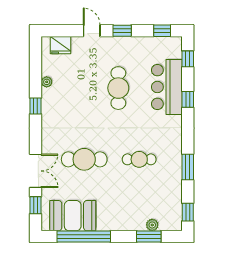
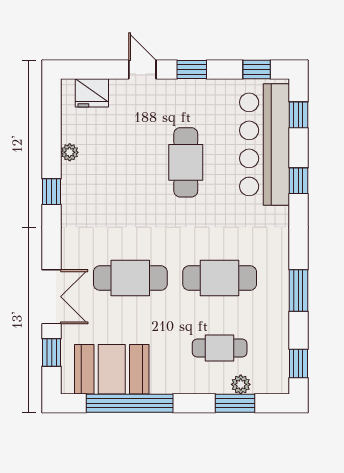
bar counter: (167, 87) -> (264, 144), width x1.36
cafe table: (139, 159) -> (220, 278), width x1.37, depth x1.35
cafe table: (139, 202) -> (220, 348), added

